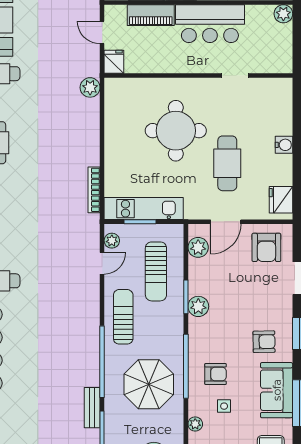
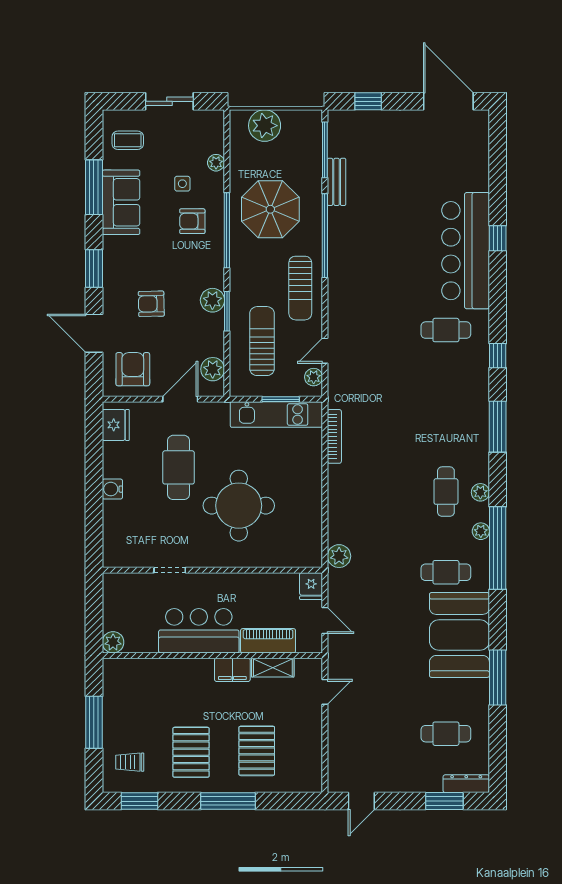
armchair: (264, 342) -> (151, 304), moved

